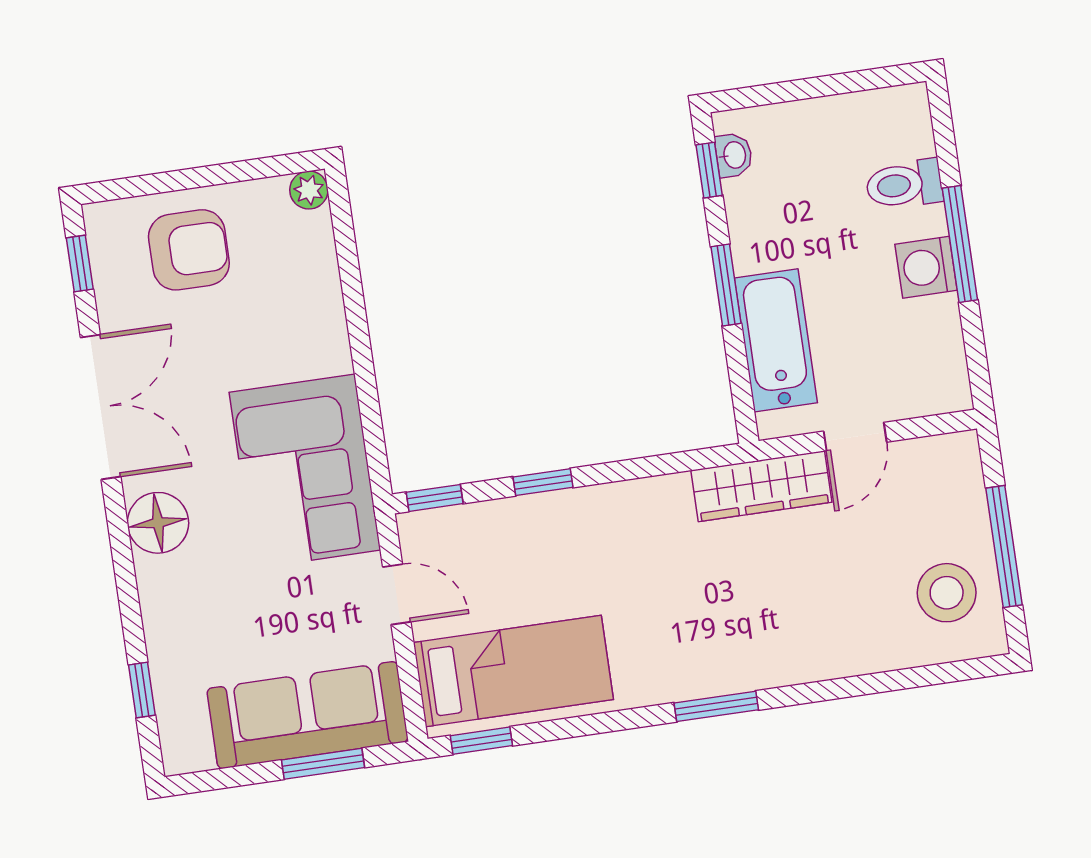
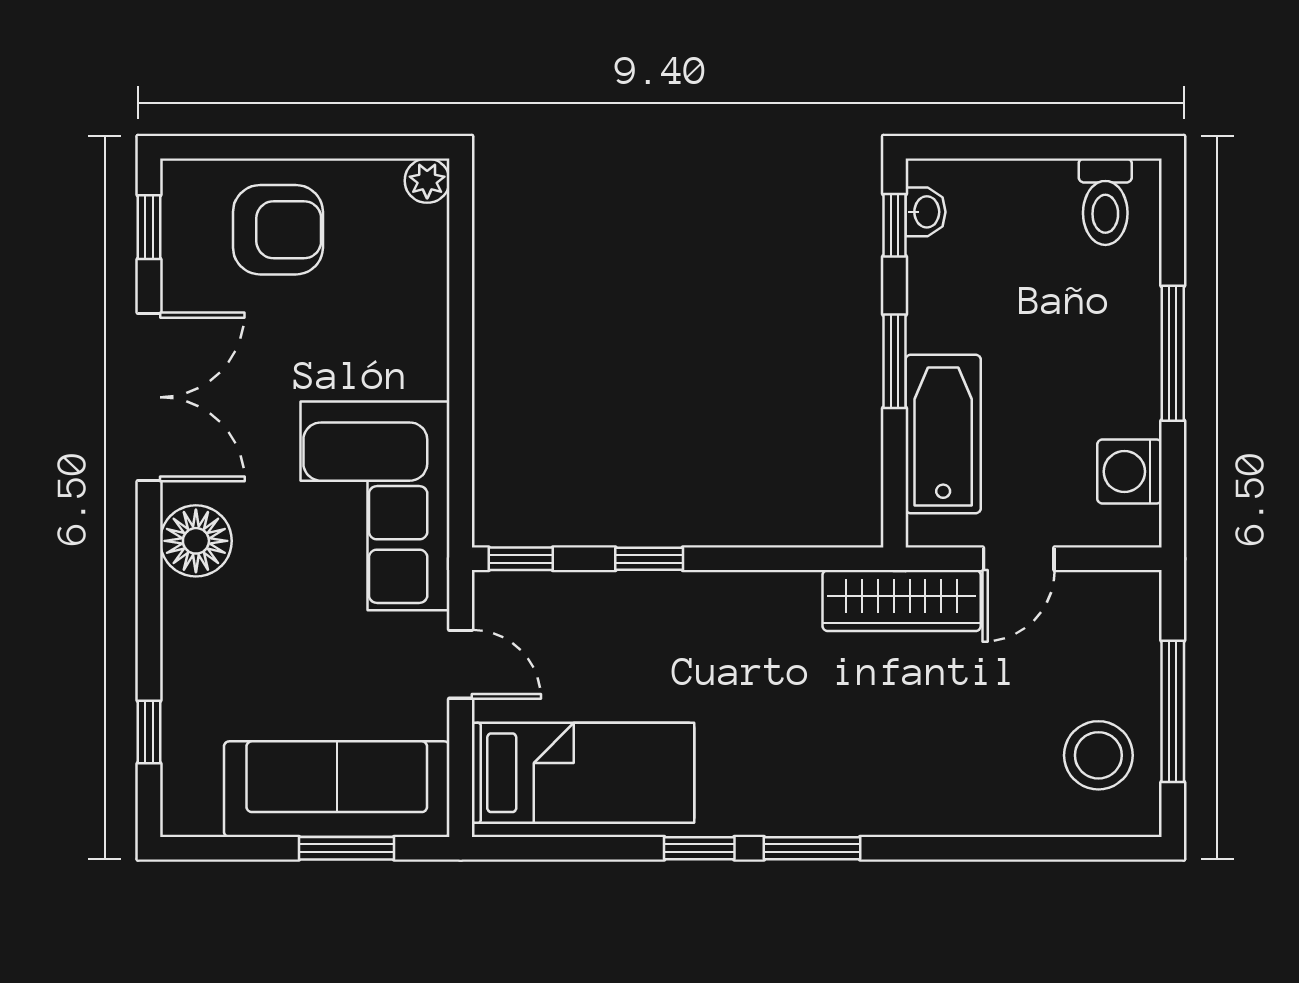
toilet: (904, 184) -> (1105, 202), moved, turned -90
washing machine: (926, 267) -> (1130, 472), moved
window: (481, 741) -> (699, 848), moved

